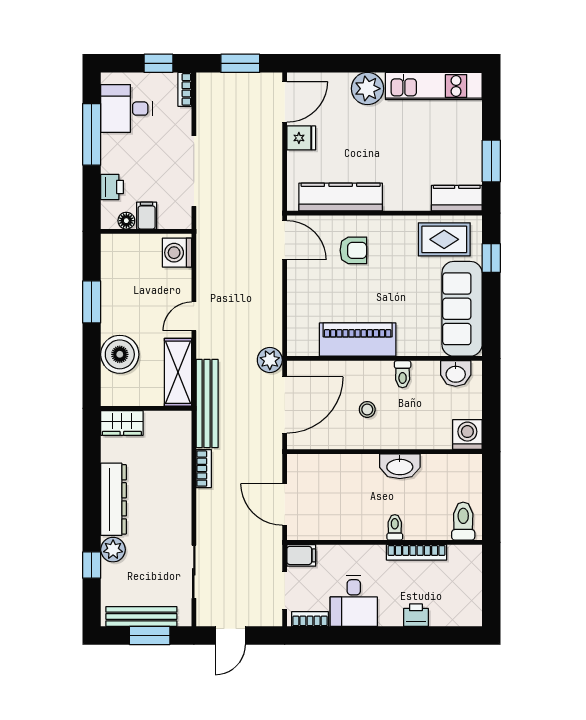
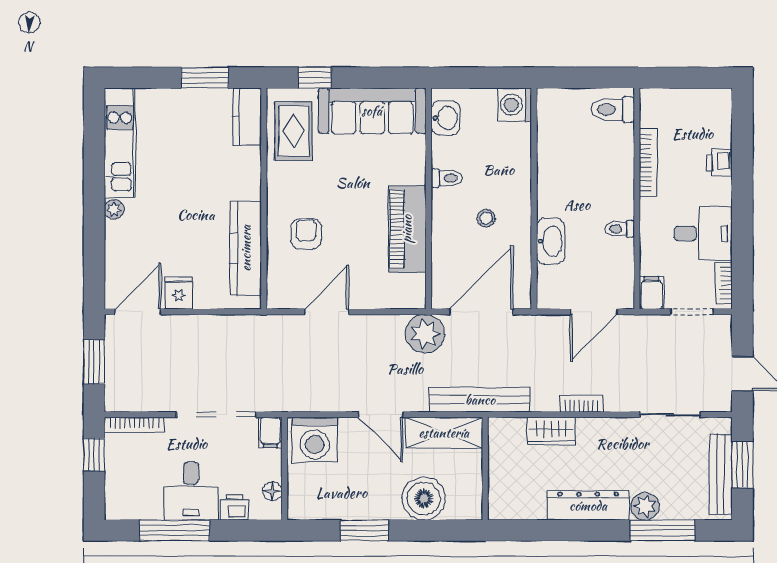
bookcase: (185, 89) -> (134, 425), width x1.56
plant: (367, 89) -> (114, 209), width x0.53, depth x0.53
door: (285, 102) -> (138, 312), hinge flipped
desk: (126, 109) -> (191, 491), moved
filing cabinet: (147, 216) -> (270, 432), moved, turned -90
door: (285, 240) -> (327, 312), moved
washing machine: (177, 253) -> (315, 440), width x1.37, depth x1.37
door: (194, 316) -> (381, 415), width x1.38
plant: (270, 360) -> (425, 334), width x1.36, depth x1.36
door: (285, 405) -> (481, 312), hinge flipped
wardrobe: (122, 423) -> (551, 431), moved, turned 90
washbasin: (400, 466) -> (551, 241), moved
bookcase: (204, 469) -> (581, 403), moved
toilet: (395, 527) -> (620, 229), moved
window: (92, 565) -> (663, 530), width x2.17

